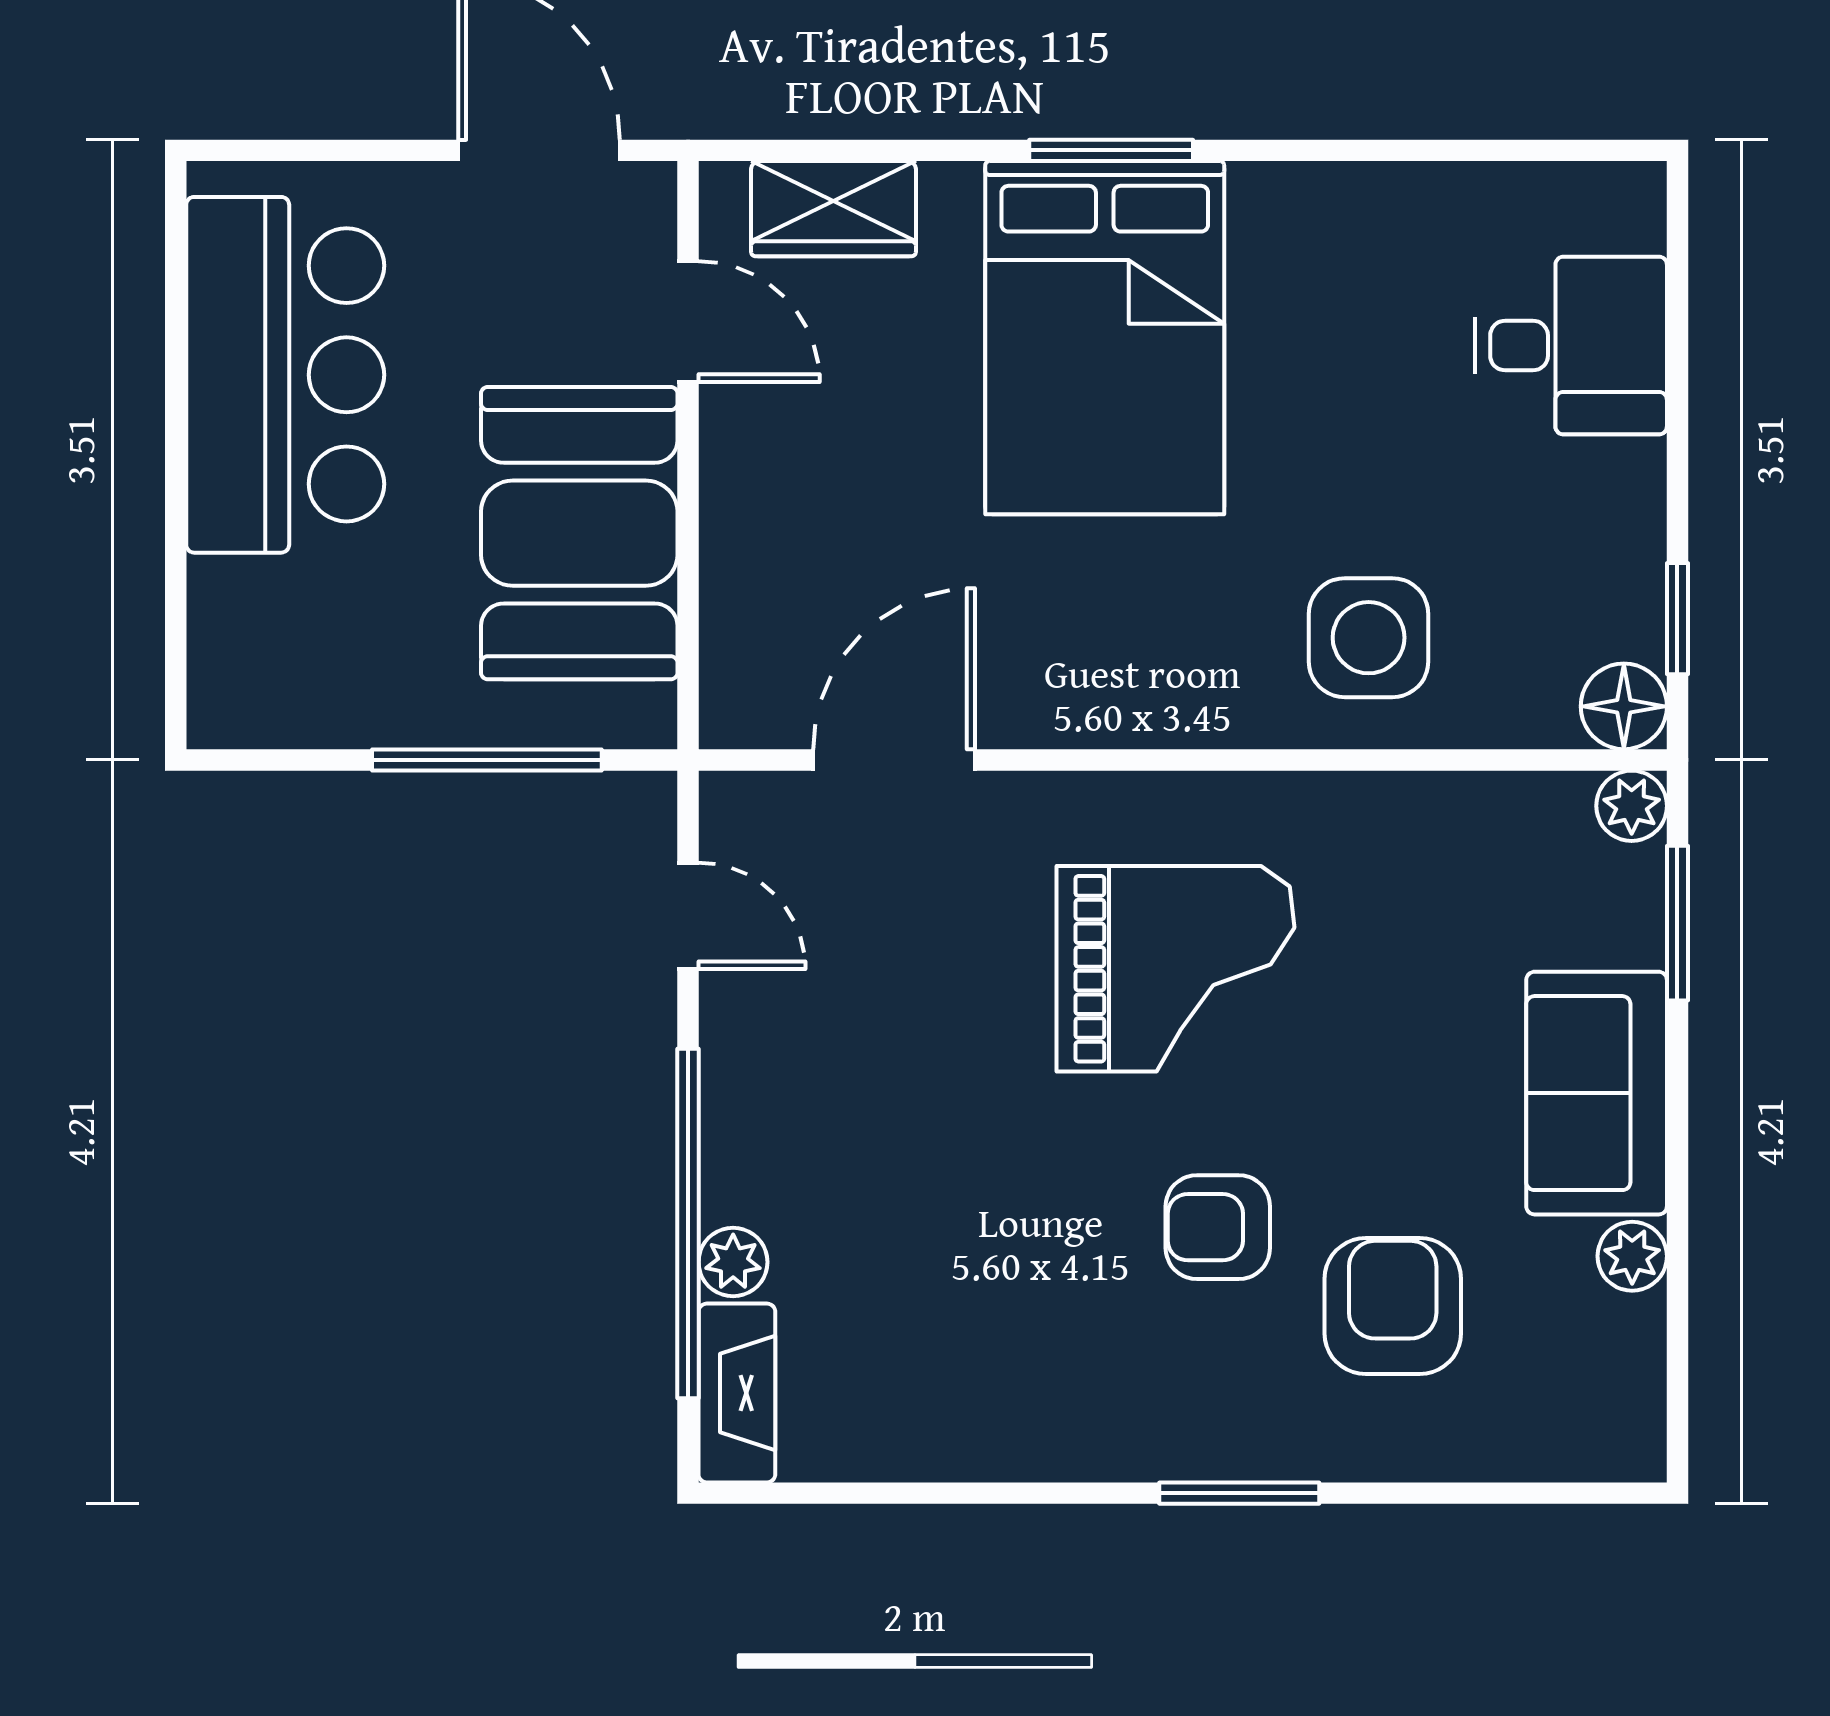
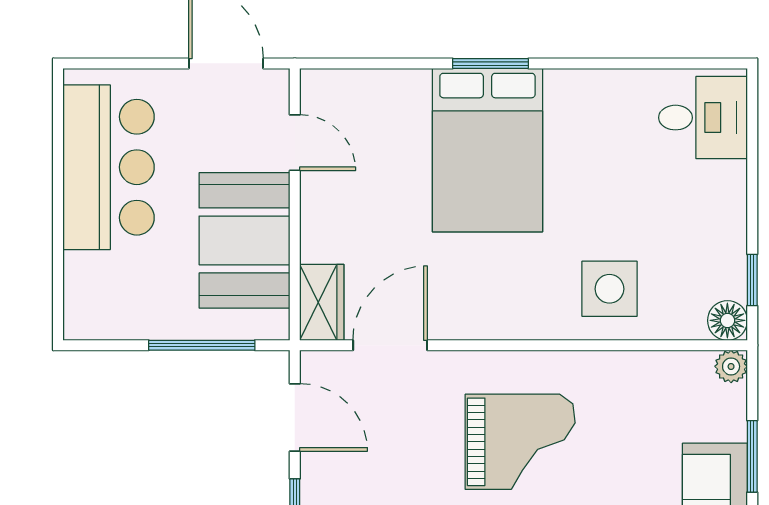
wardrobe: (834, 209) -> (322, 302), moved, turned -90
desk: (1571, 346) -> (703, 118), moved
door: (688, 916) -> (295, 417), width x1.38
window: (1677, 923) -> (752, 456), moved

